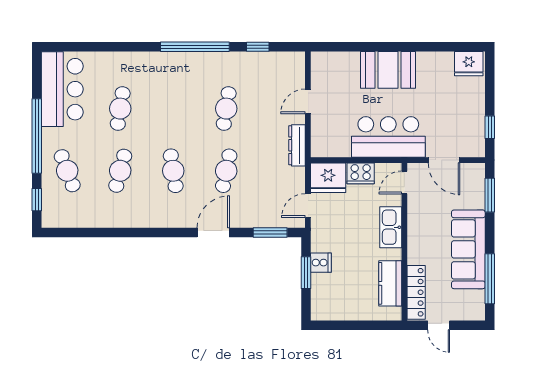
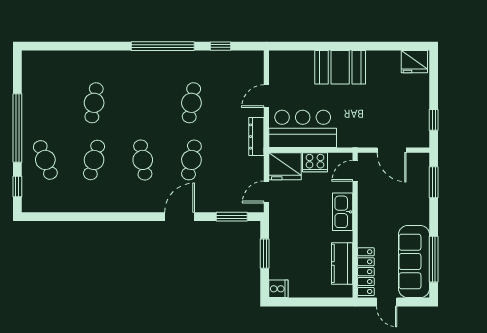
bar counter: (62, 89) -> (41, 85), removed
bar counter: (388, 137) -> (303, 129), moved
sofa: (468, 249) -> (414, 262), moved
cooker: (321, 263) -> (278, 289), moved

